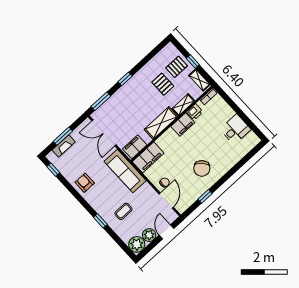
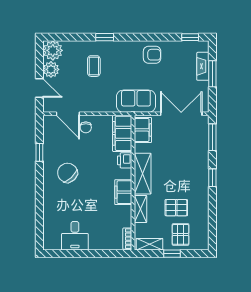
printer: (195, 112) -> (125, 160), moved
sofa: (125, 171) -> (136, 101), width x0.73

